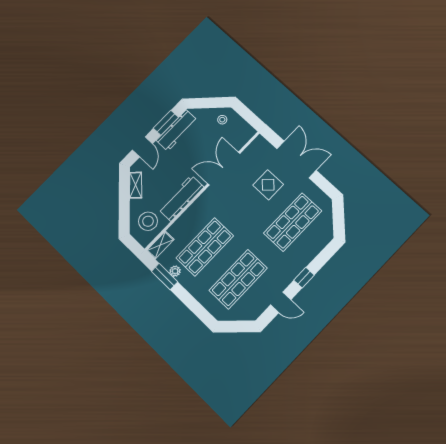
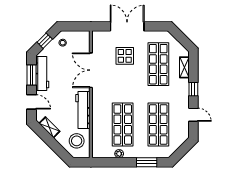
window: (208, 103) -> (45, 41), added
shelving: (160, 245) -> (184, 67), moved
window: (165, 277) -> (147, 162), moved
door: (281, 302) -> (193, 115), hinge flipped

